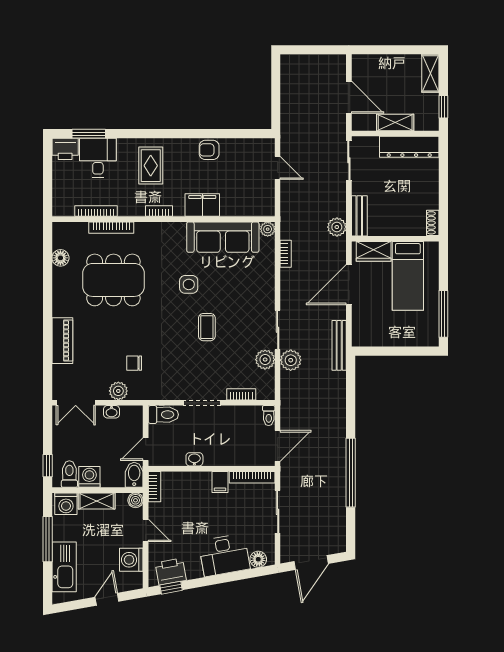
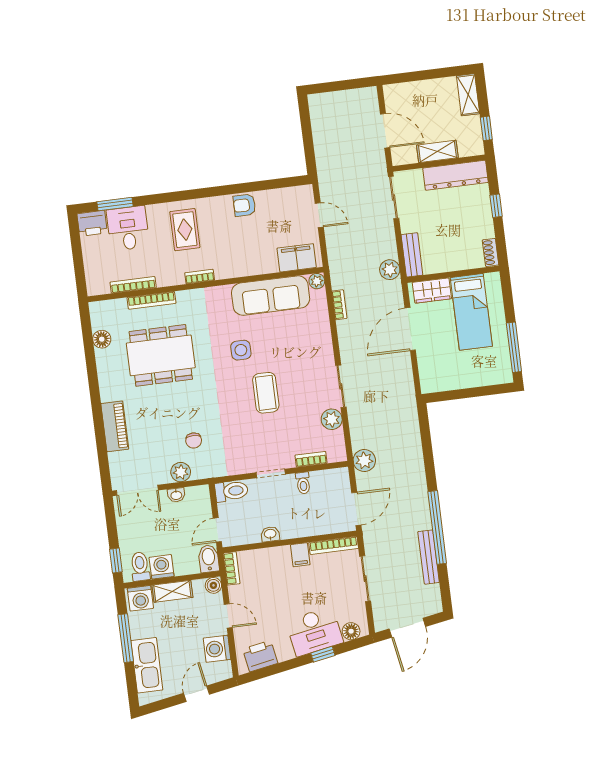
window: (443, 180) -> (496, 206), added
filing cabinet: (202, 205) -> (297, 258), moved
coffee table: (207, 327) -> (266, 393), width x1.36, depth x1.30
bench: (339, 345) -> (429, 557), moved
plant: (291, 360) -> (364, 461), moved
chair: (134, 363) -> (194, 441), turned -90
doorway: (202, 403) -> (271, 473), width x0.73
toilet: (269, 416) -> (303, 483), moved
window: (171, 588) -> (323, 654), moved

